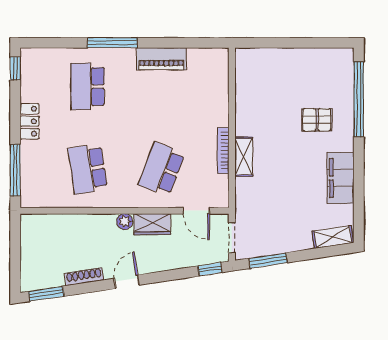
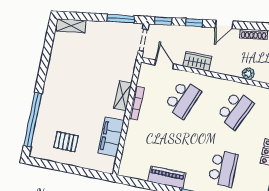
pallet: (317, 120) -> (66, 142), moved
school desk: (88, 169) -> (235, 110), turned 33
filing cabinet: (341, 178) -> (111, 137), moved, turned 180
plant: (125, 222) -> (248, 74), moved
window: (168, 276) -> (194, 23), added

